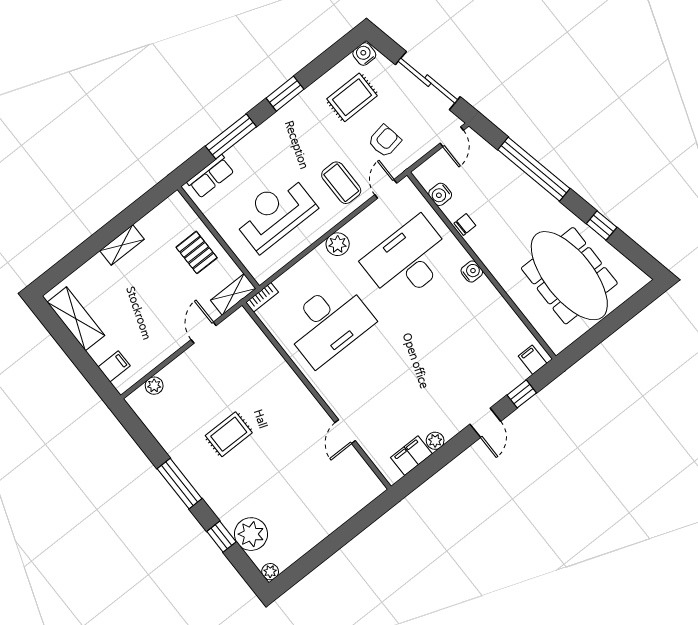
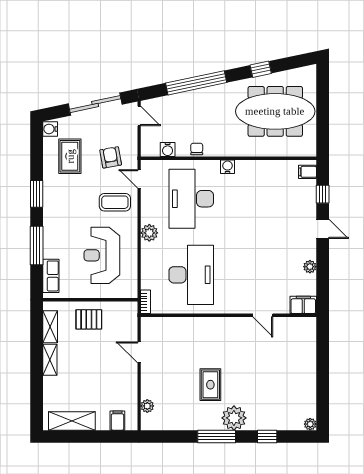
shelving: (233, 294) -> (50, 327), moved
filing cabinet: (411, 456) -> (303, 305), moved, turned 90
plant: (251, 534) -> (234, 418), moved

